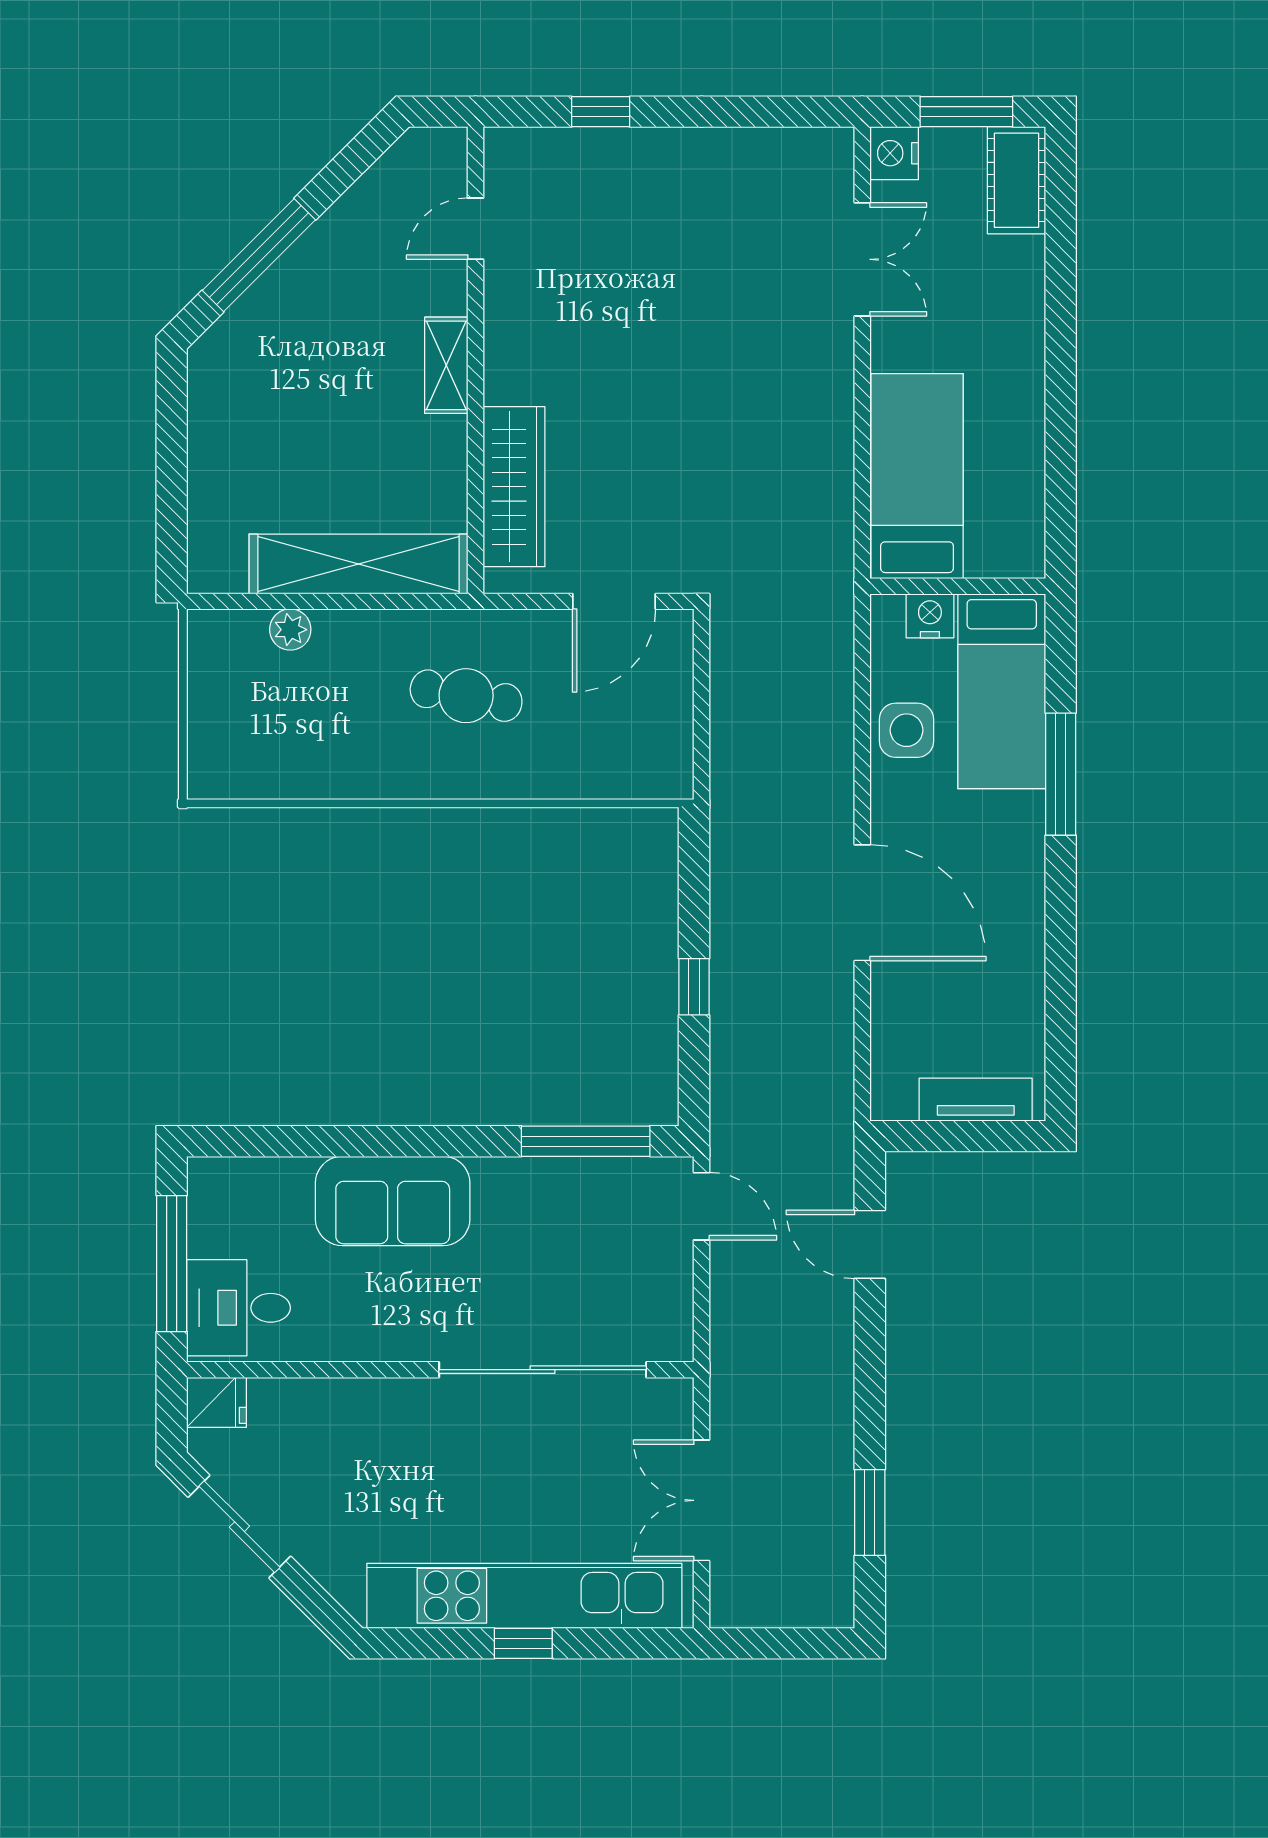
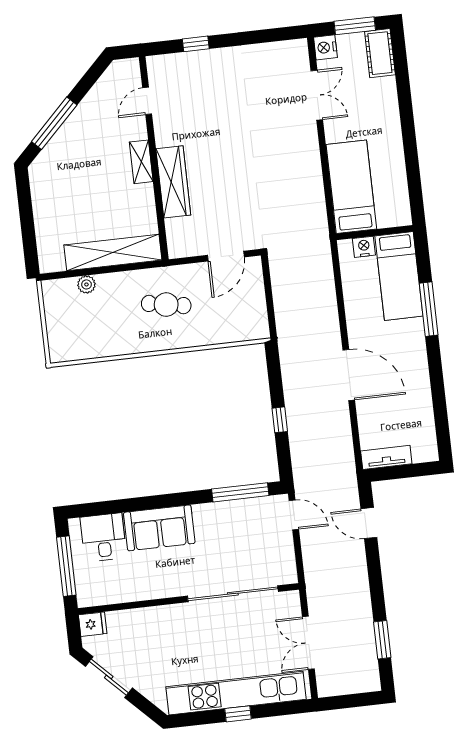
wardrobe: (514, 487) -> (173, 182), moved
side table: (907, 730) -> (359, 298), removed
tv unit: (976, 1100) -> (386, 457), moved
desk: (239, 1308) -> (103, 537), moved, turned 90

